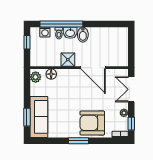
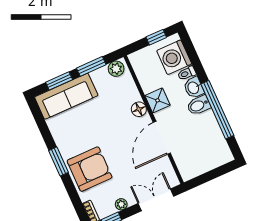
window: (61, 24) -> (217, 110), moved
washing machine: (45, 32) -> (174, 57), width x1.89, depth x1.89
floor lamp: (51, 74) -> (139, 109), moved
window: (27, 92) -> (91, 66), added
armchair: (92, 123) -> (90, 169), turned 90

